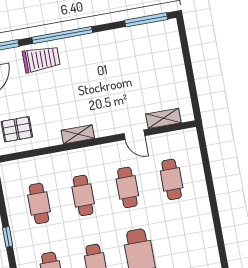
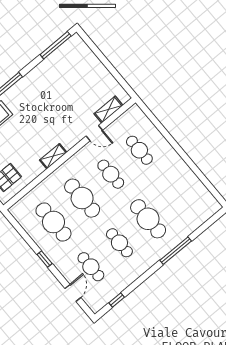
cafe table: (83, 195) -> (82, 198), width x1.37, depth x1.35
cafe table: (39, 203) -> (53, 222), width x1.37, depth x1.35

